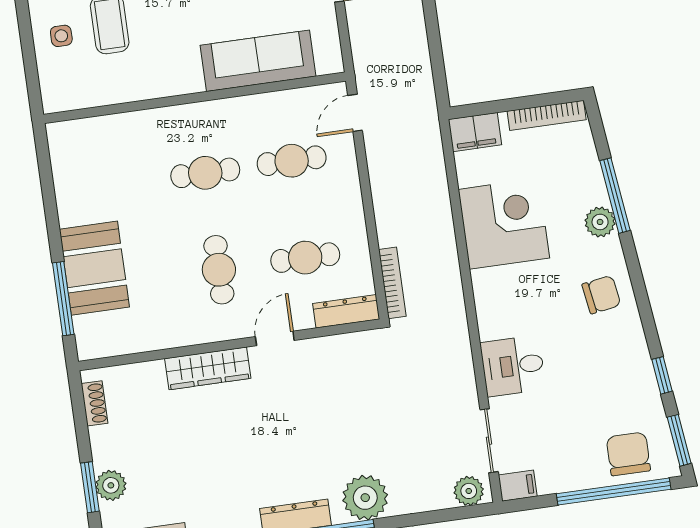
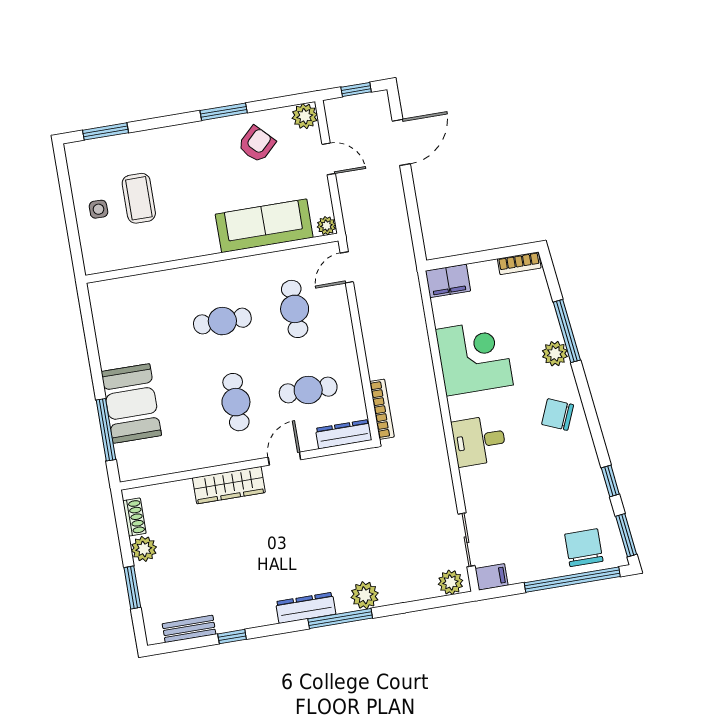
plant: (332, 63) -> (326, 226), added
bookcase: (547, 115) -> (519, 263), width x0.64
cafe table: (292, 161) -> (295, 309), turned 90
chair: (601, 295) -> (558, 415), turned -148
desk: (513, 366) -> (479, 441), moved
plant: (111, 485) -> (144, 549), moved
plant: (365, 498) -> (365, 595), width x0.73, depth x0.73

